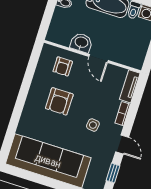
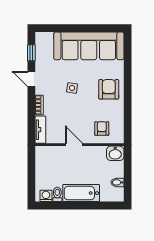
washbasin: (81, 43) -> (115, 153), moved
armchair: (59, 101) -> (109, 89), moved
side table: (93, 125) -> (72, 88), moved

